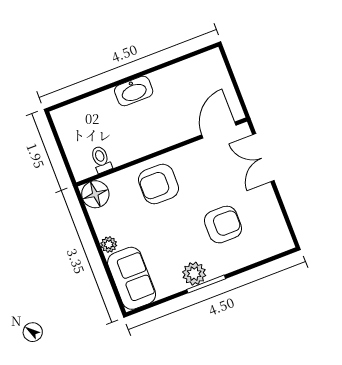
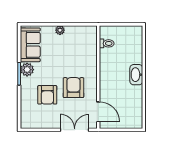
armchair: (158, 184) -> (73, 88), moved
floor lamp: (95, 194) -> (89, 33), removed
sofa: (132, 278) -> (30, 45), moved, turned -90

